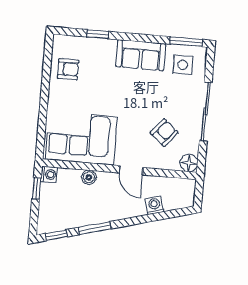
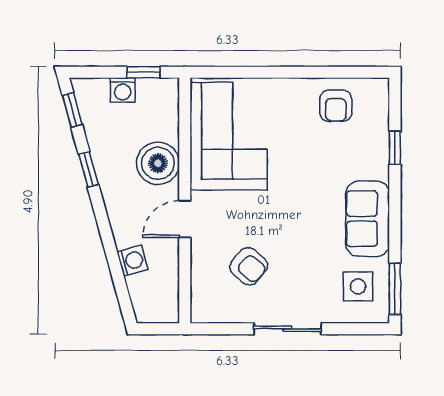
sliding door: (206, 112) -> (287, 329), width x0.73
floor lamp: (189, 163) -> (204, 309), removed
washing machine: (49, 175) -> (123, 90), moved
boiler: (89, 177) -> (158, 163), width x1.86, depth x1.86
window: (95, 228) -> (89, 169), width x0.67

